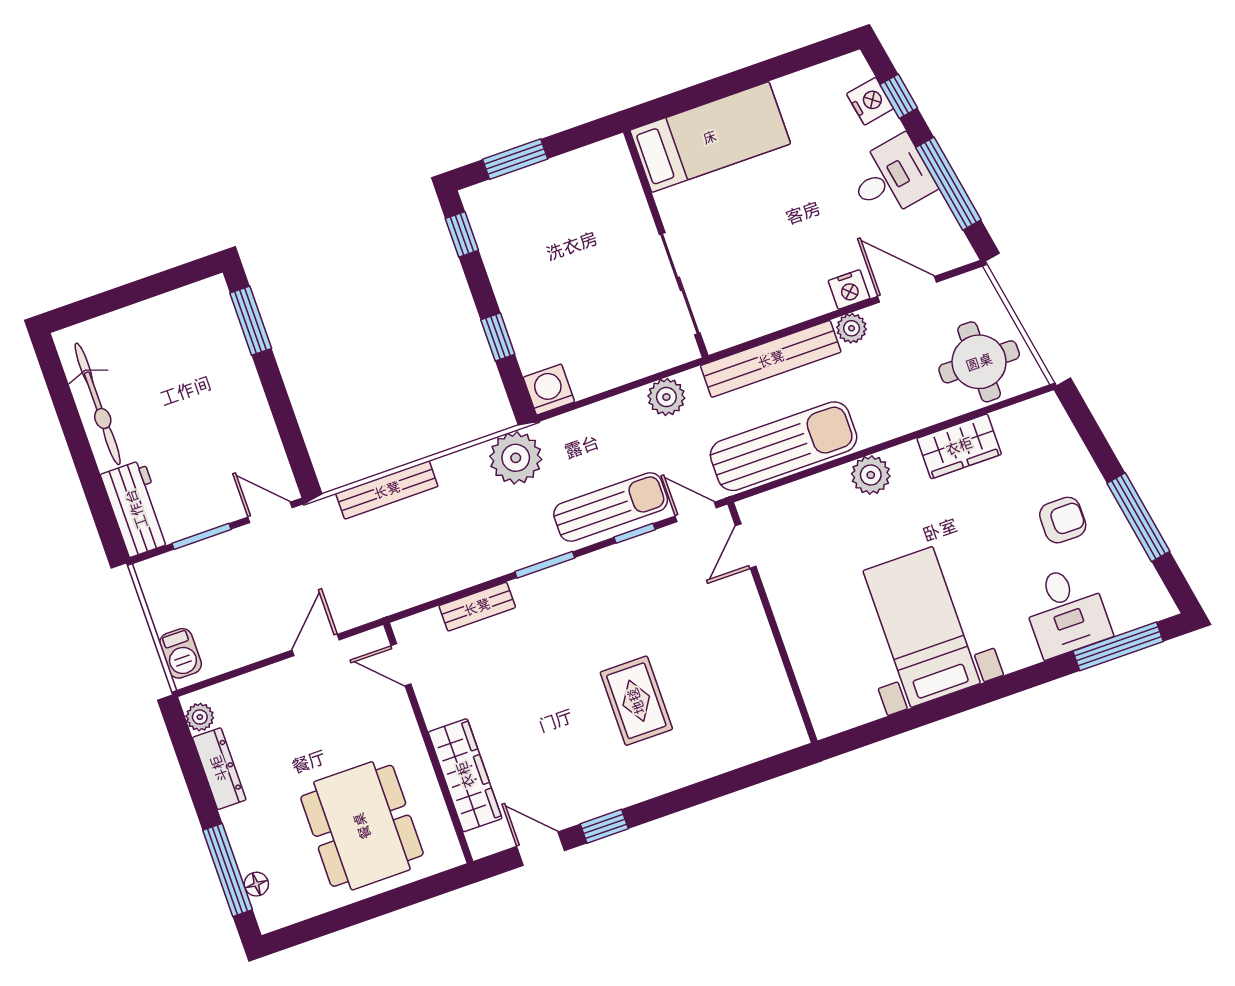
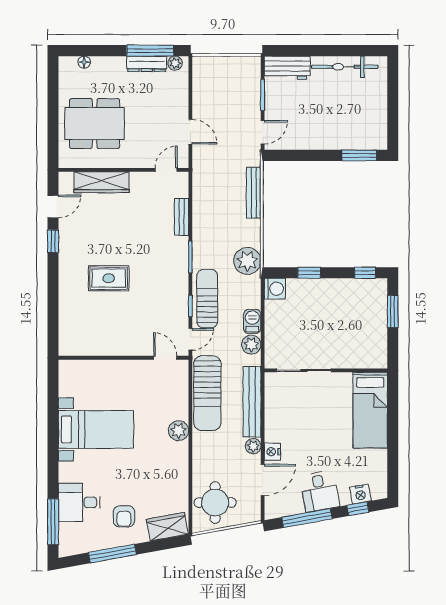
wardrobe: (959, 446) -> (167, 527), moved, turned 80
sun lounger: (611, 507) -> (207, 299), turned 180
barbecue: (180, 653) -> (252, 321), moved, turned 90
window: (228, 870) -> (150, 51), moved

